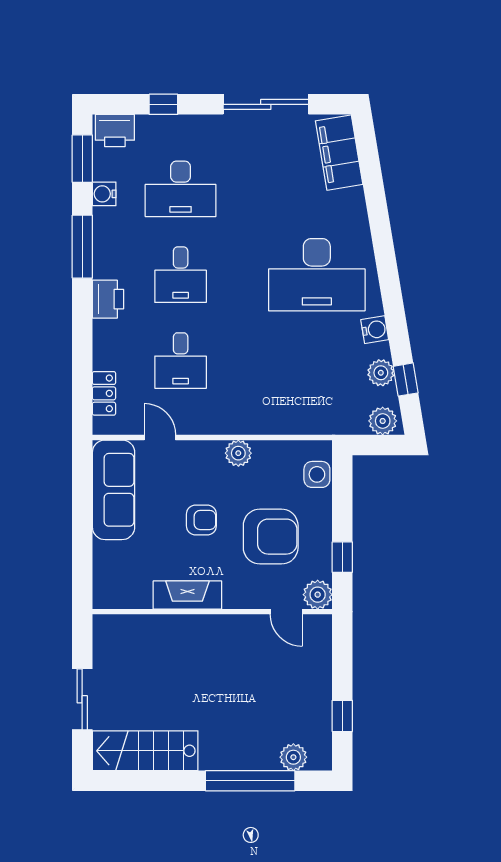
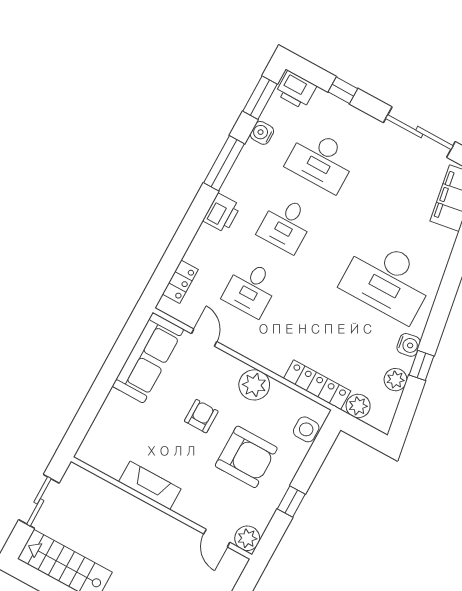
window: (406, 380) -> (421, 365), moved
plant: (383, 421) -> (358, 406), moved
locker: (303, 422) -> (317, 385), added
plant: (238, 453) -> (254, 385), width x1.36, depth x1.36
armchair: (201, 520) -> (201, 416), turned -90
fireplace: (187, 595) -> (150, 485), moved
plant: (318, 595) -> (247, 538), moved
wall: (212, 612) -> (162, 508), moved
door: (286, 612) -> (217, 538), moved

